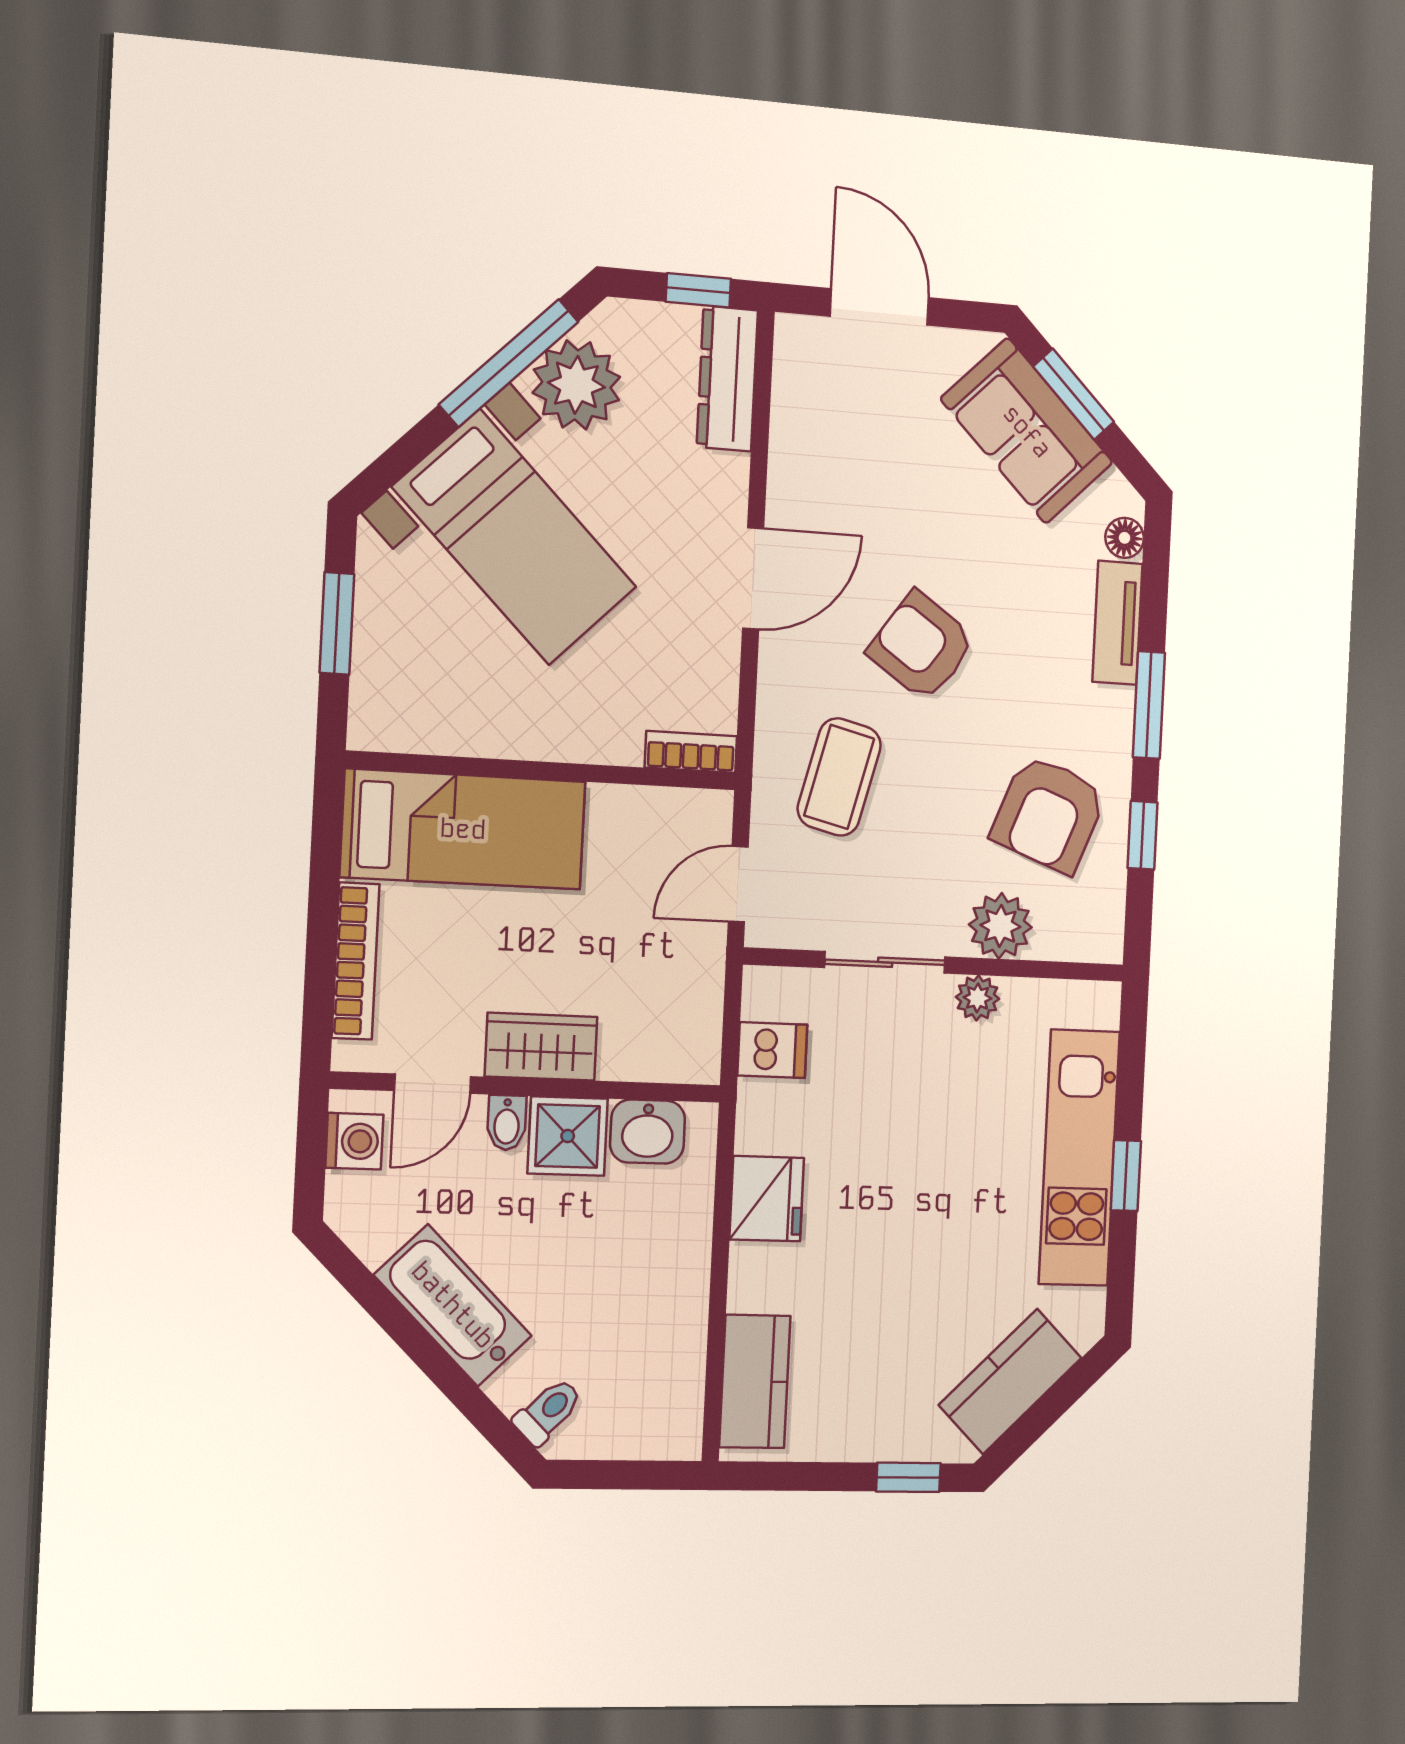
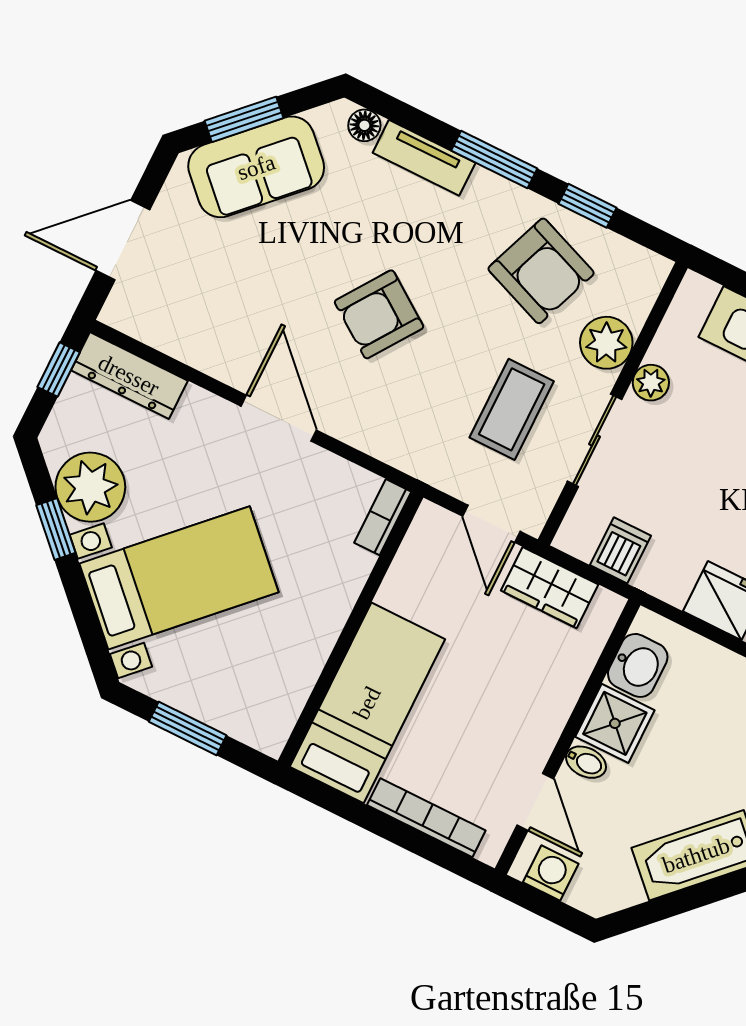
window: (509, 363) -> (56, 529), width x0.46
coffee table: (839, 777) -> (512, 409), moved, turned 76
wardrobe: (541, 1047) -> (550, 588), moved, turned -90

